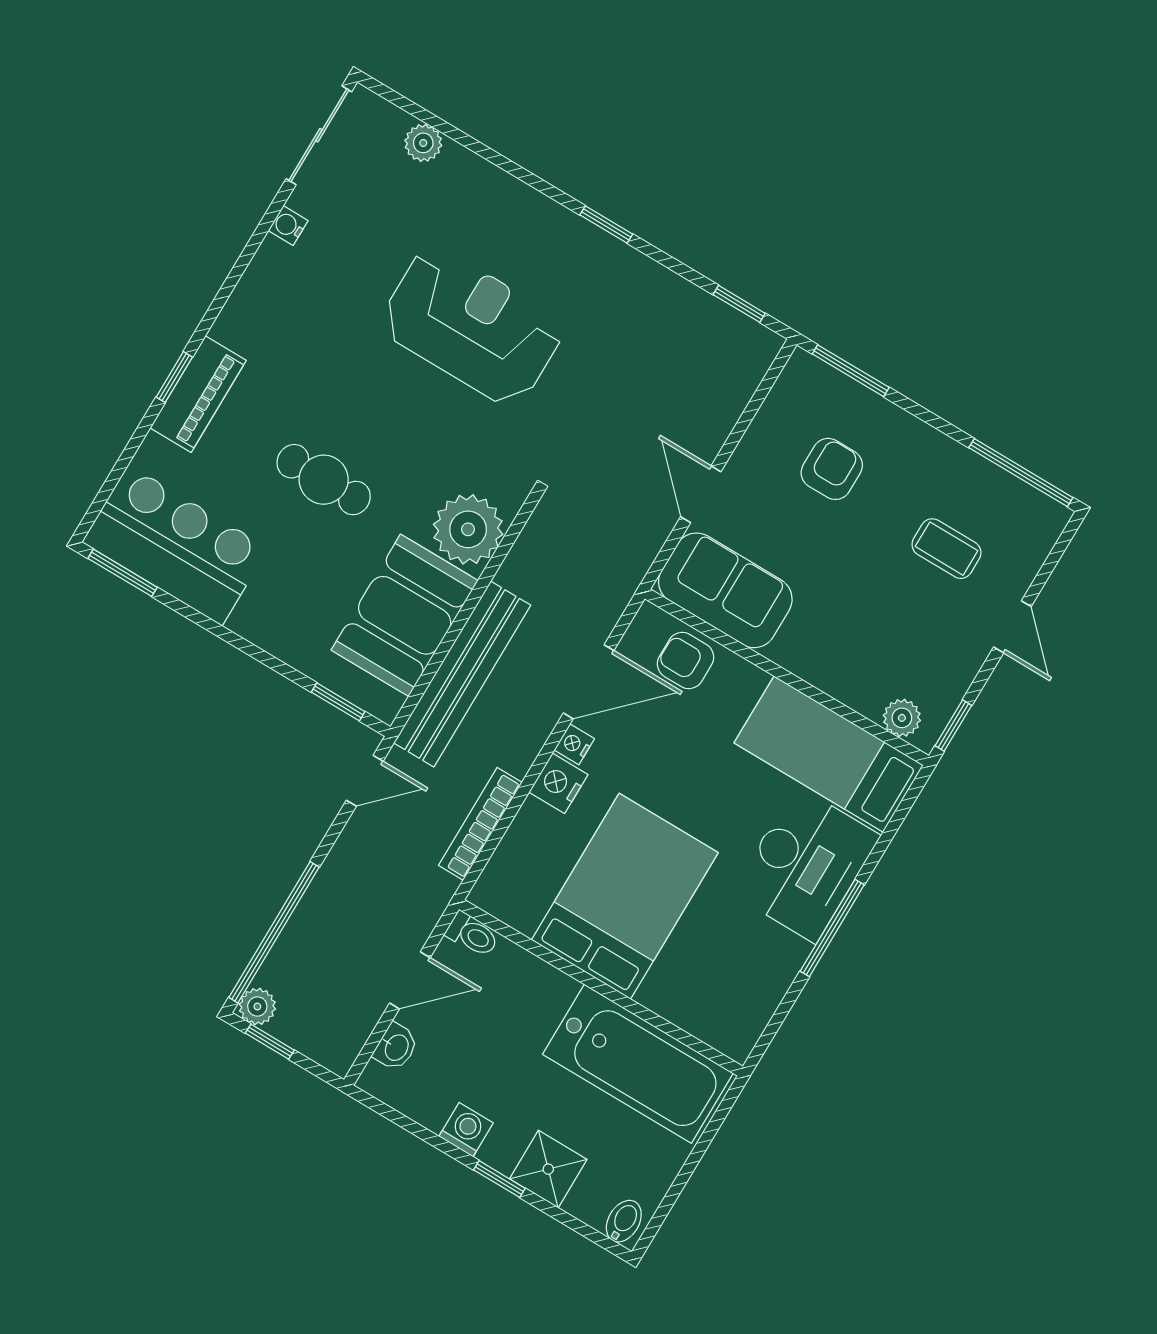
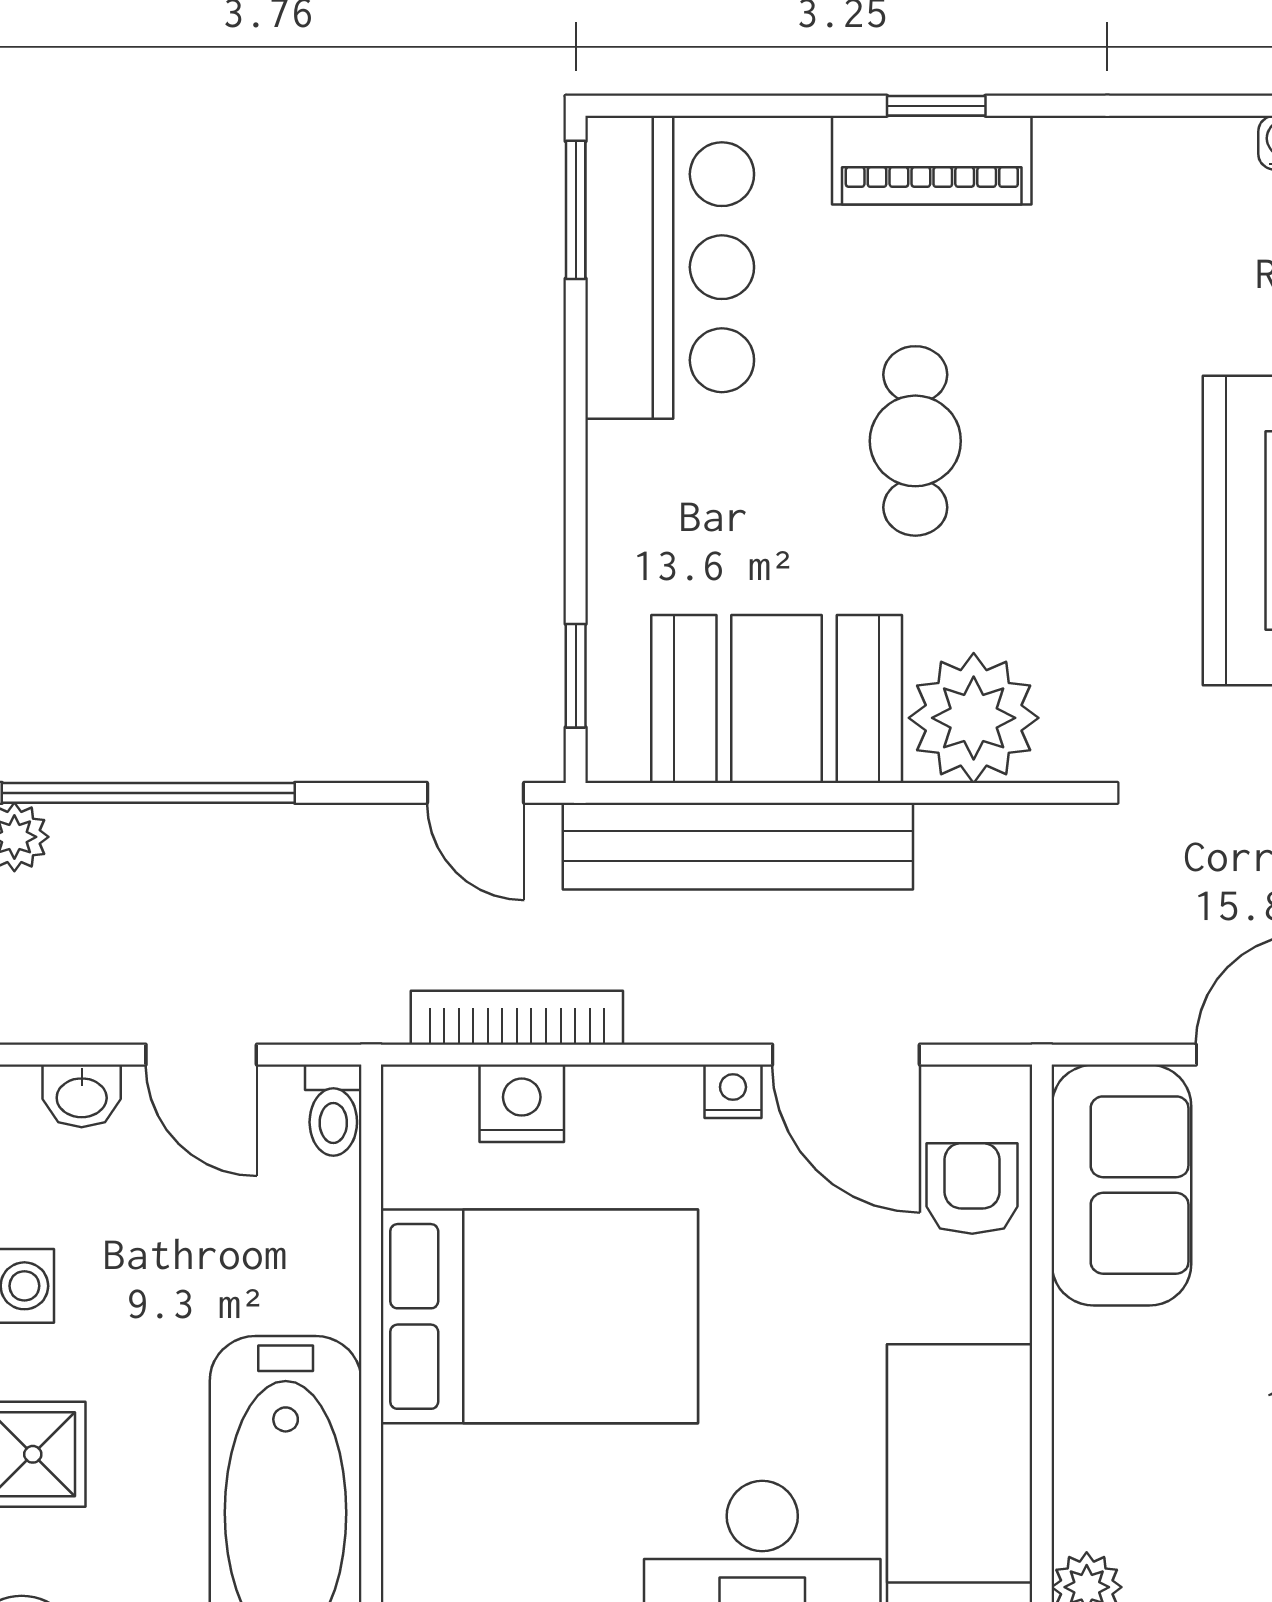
nightstand: (558, 783) -> (522, 1103), moved

